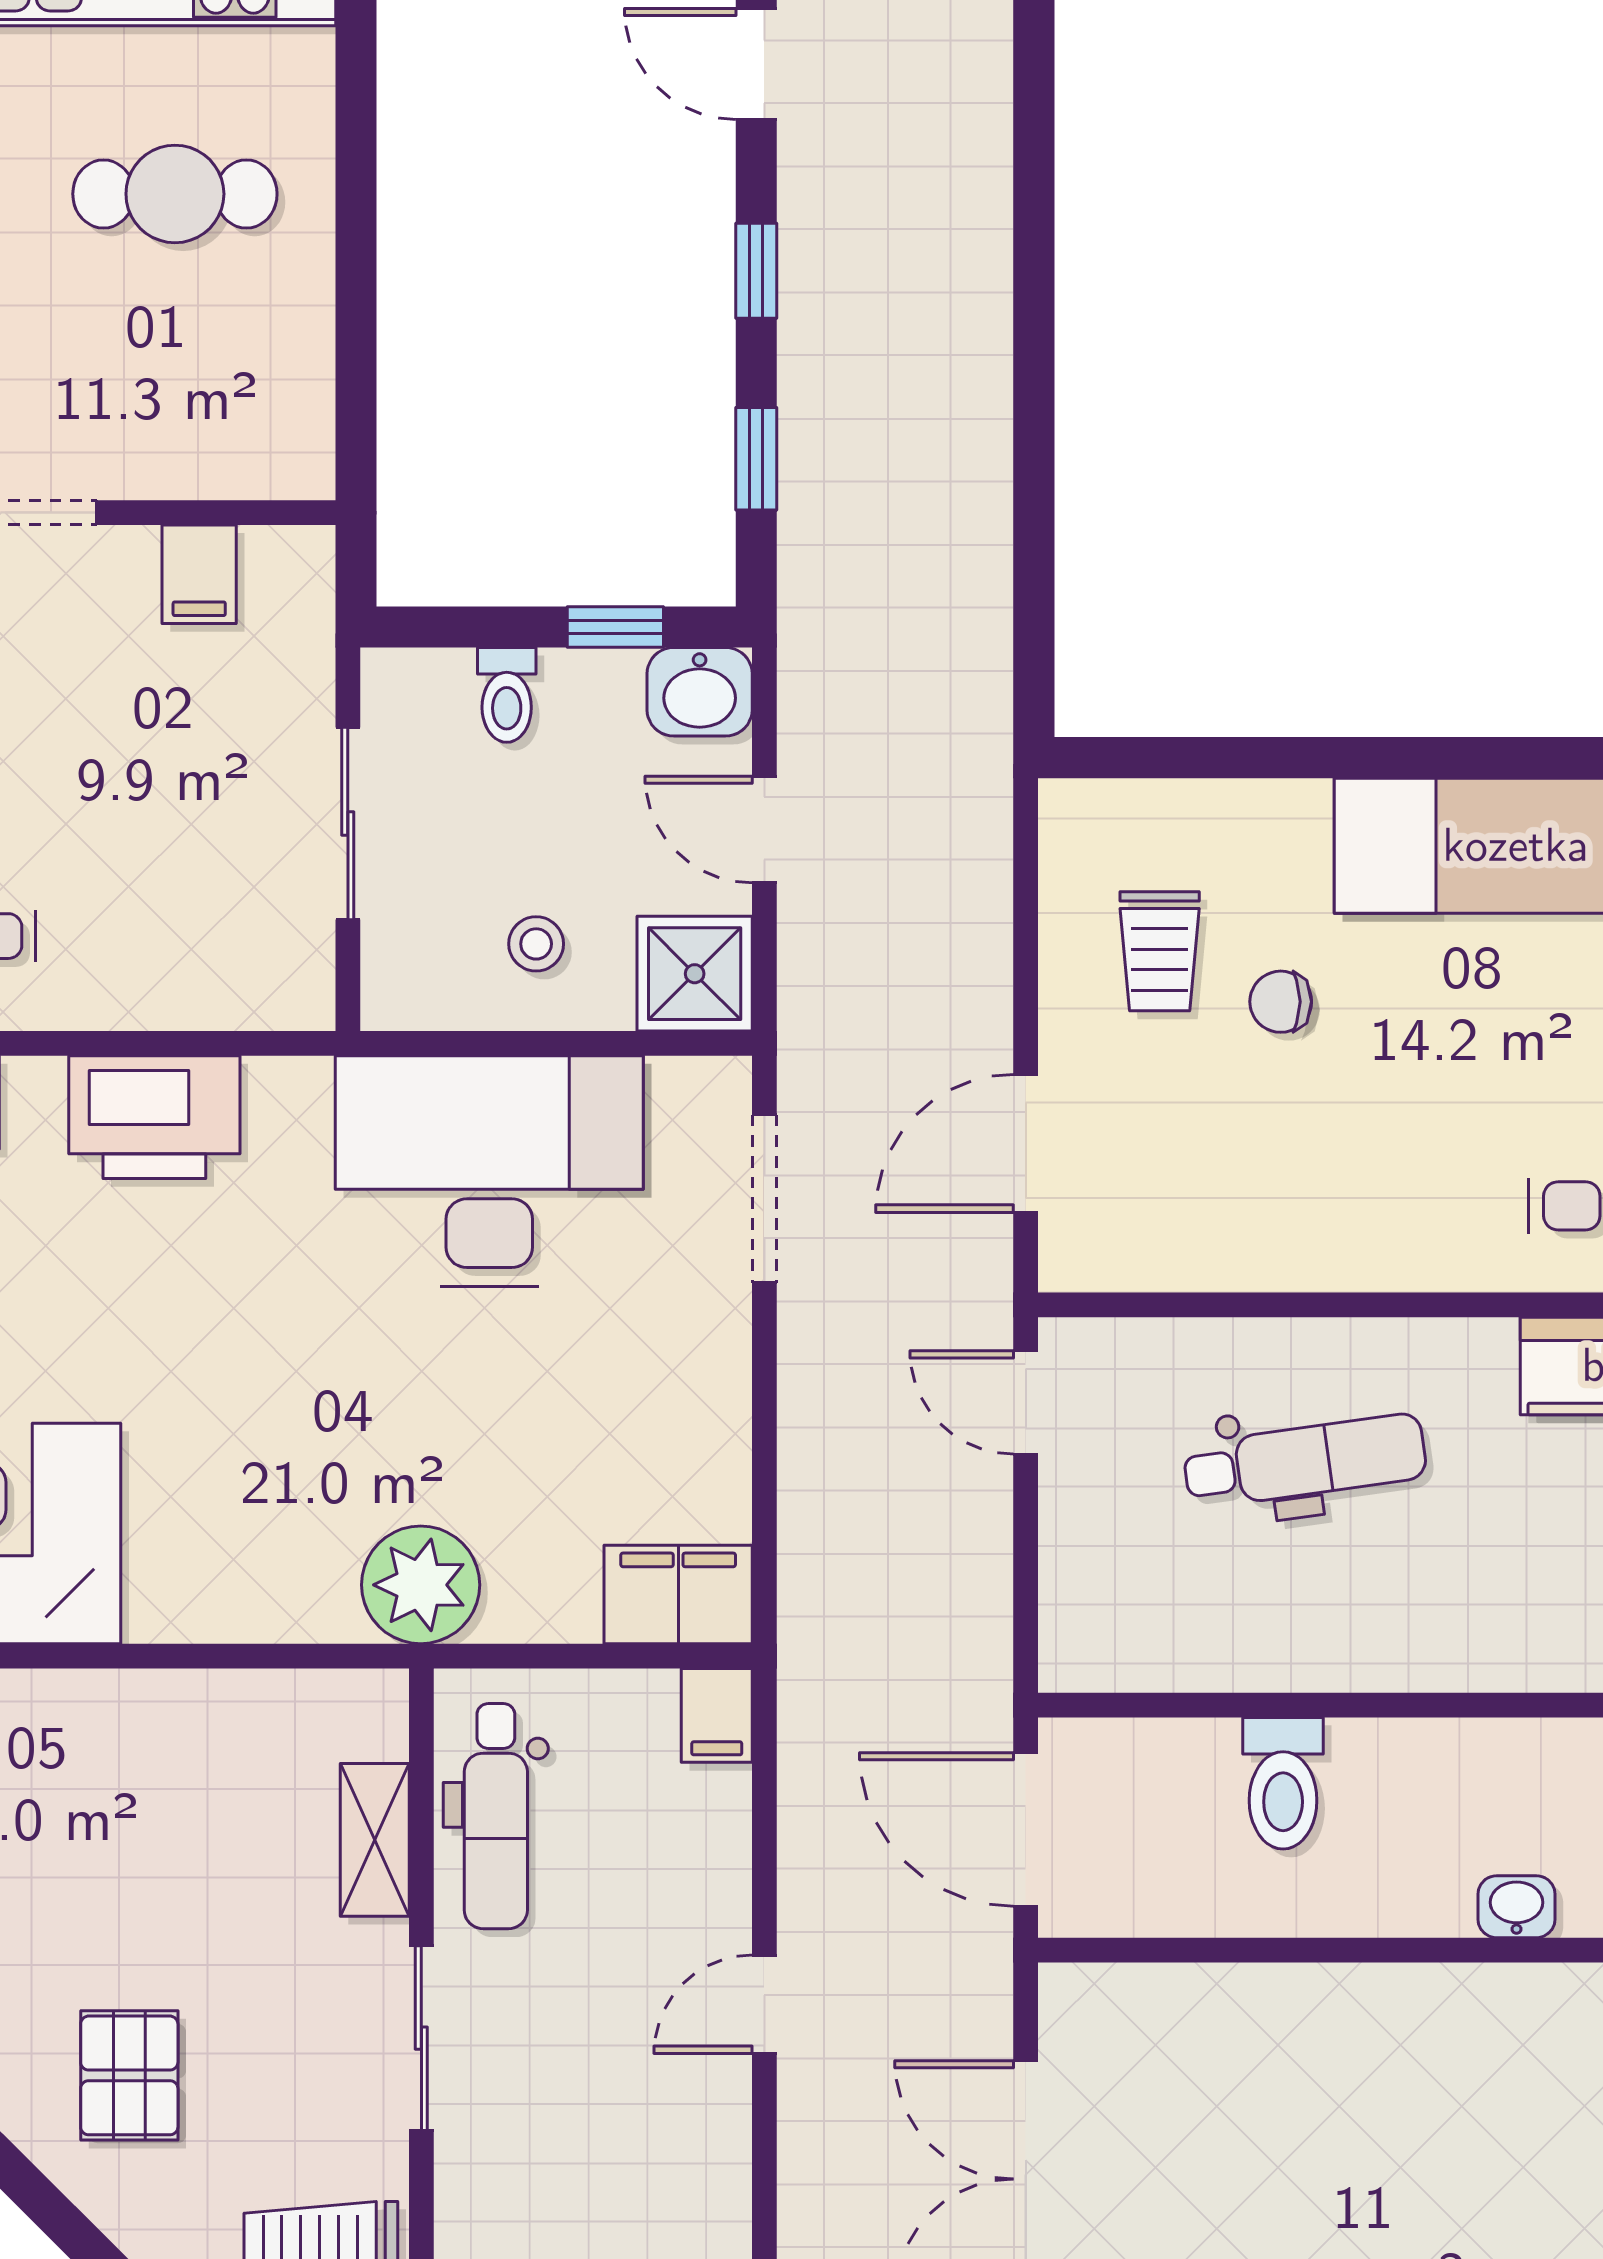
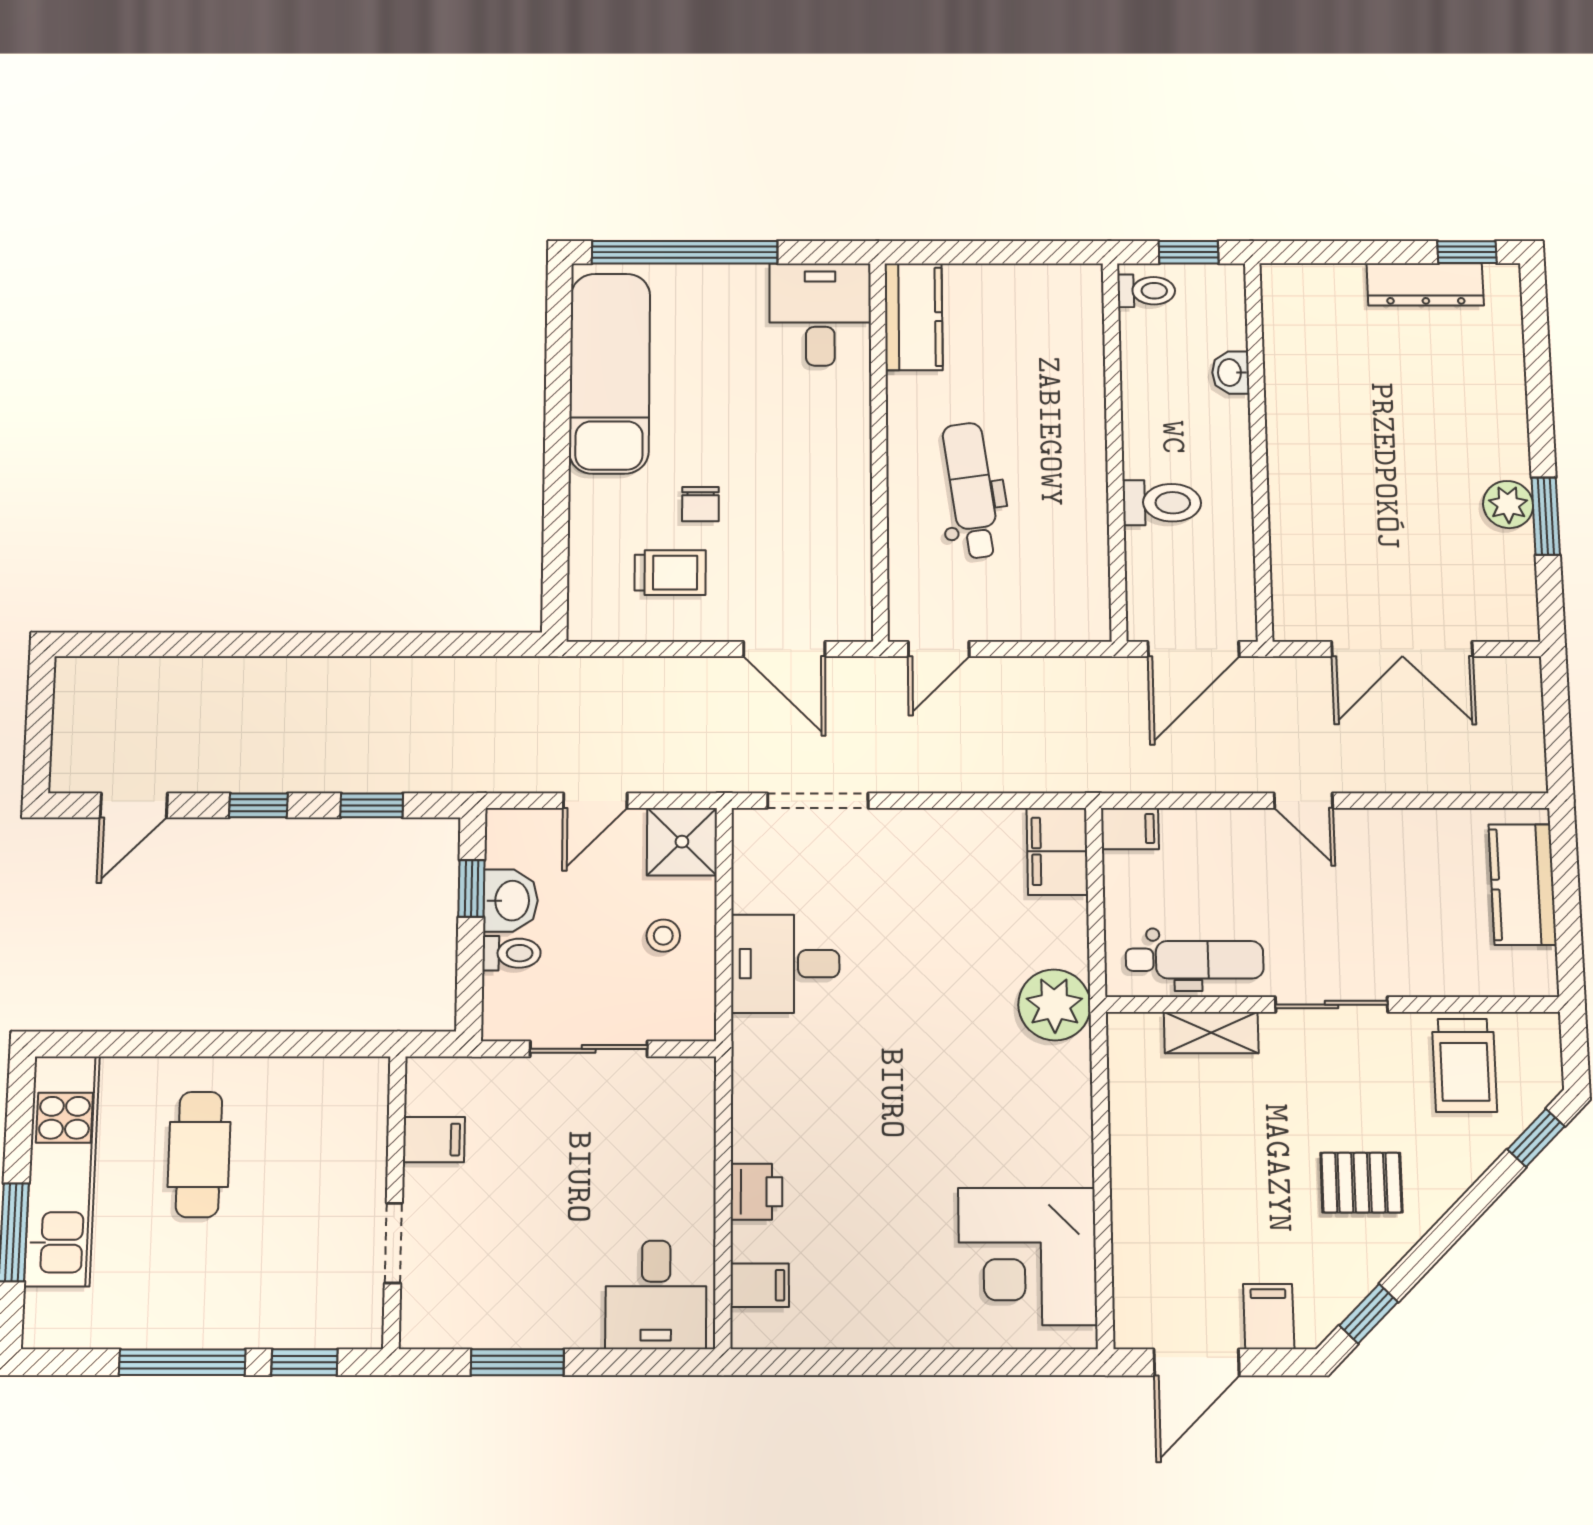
washbasin: (700, 692) -> (511, 901), moved
printer: (154, 1117) -> (756, 1192), width x0.53, depth x0.68
desk: (489, 1171) -> (785, 964), width x0.53, depth x0.77

